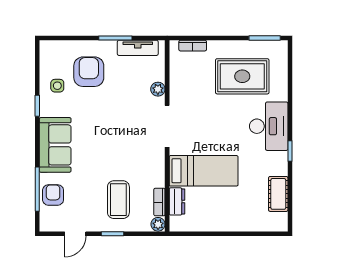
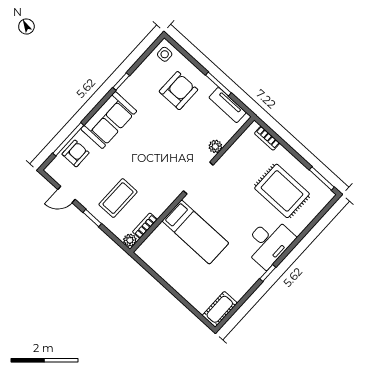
side table: (57, 86) -> (165, 54), moved
cot: (278, 194) -> (220, 309), moved
dresser: (177, 201) -> (157, 236), removed

